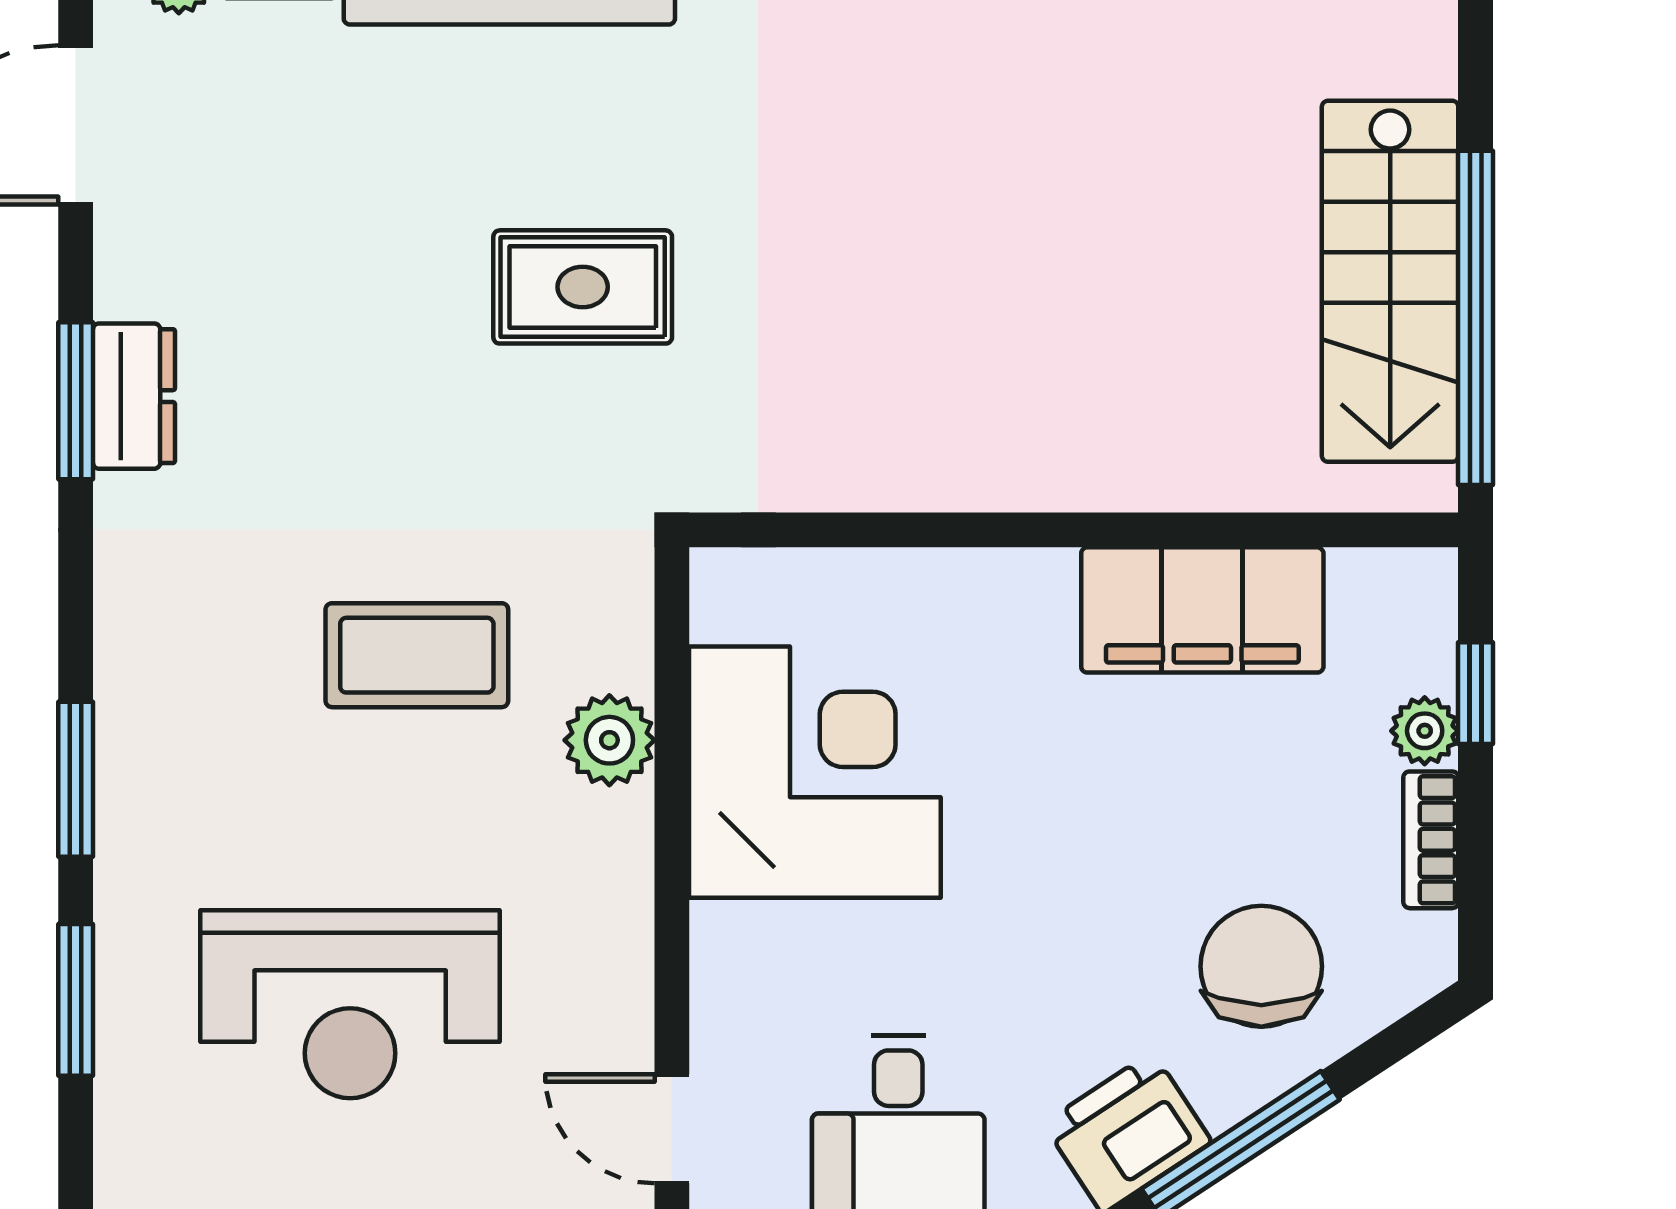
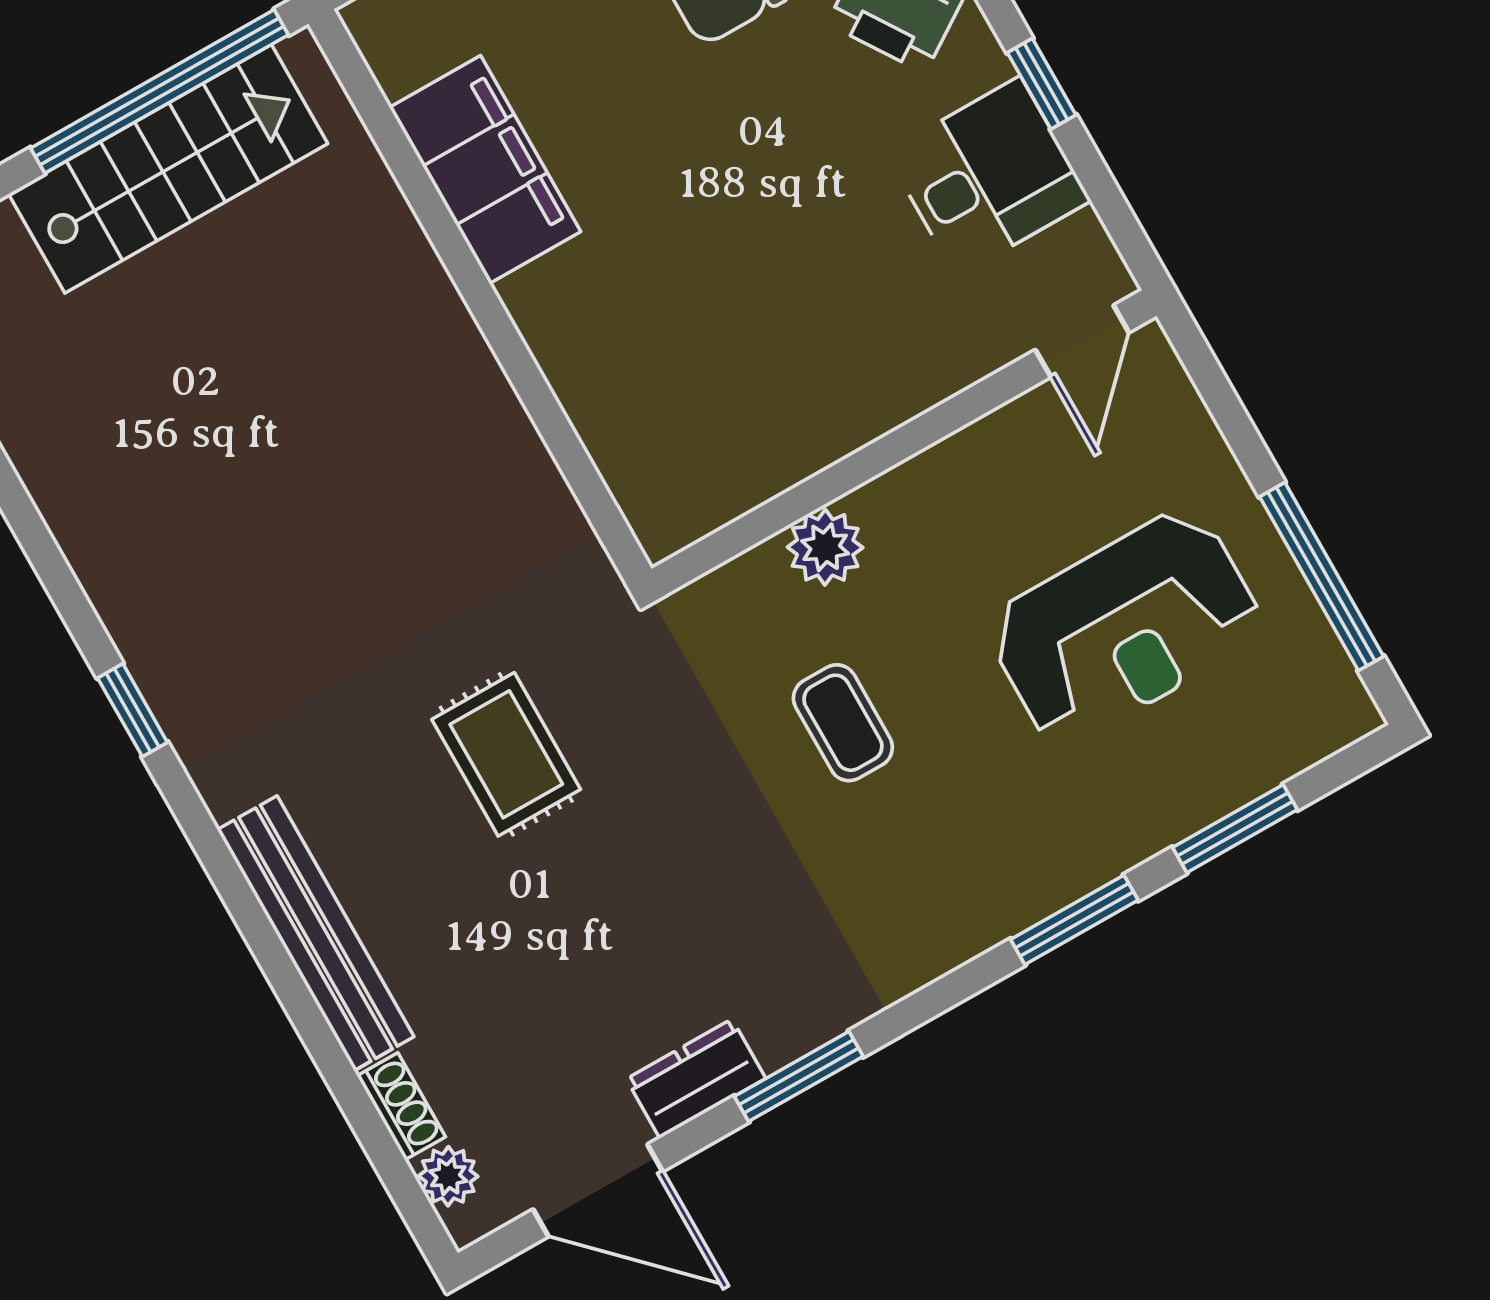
dresser: (134, 396) -> (696, 1079), moved
coffee table: (417, 655) -> (843, 723), width x0.73, depth x0.77
corner desk: (815, 772) -> (763, 385), removed
reception desk: (350, 1004) -> (1125, 627), turned 90

